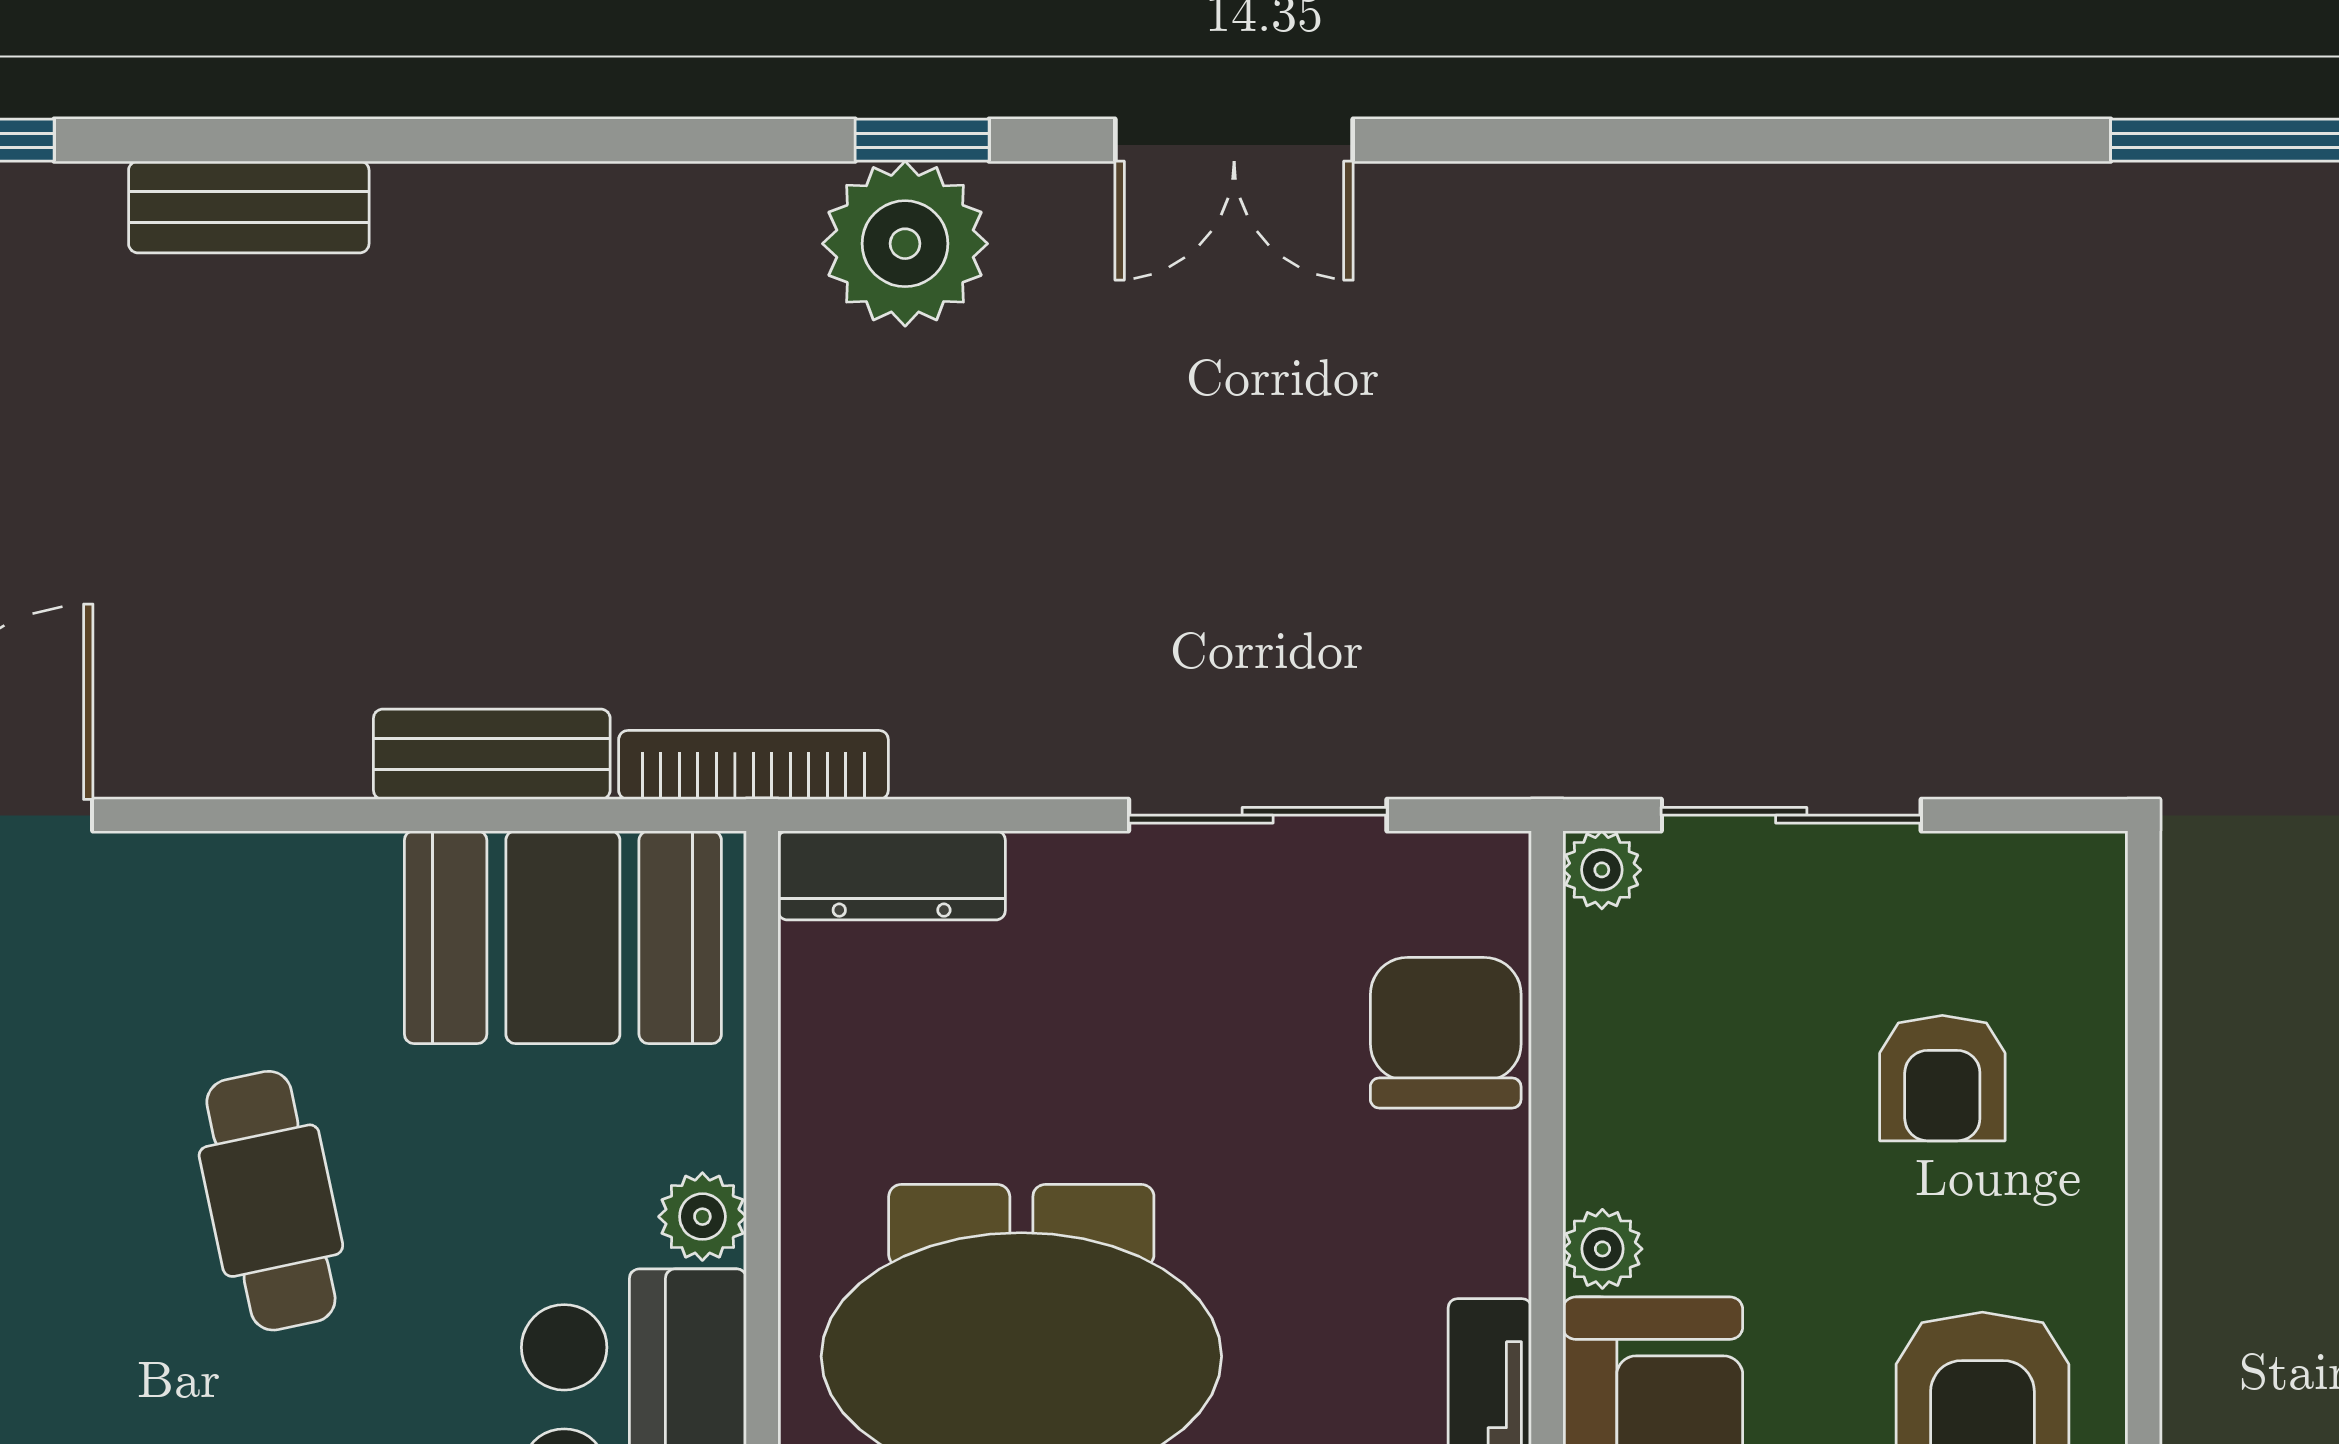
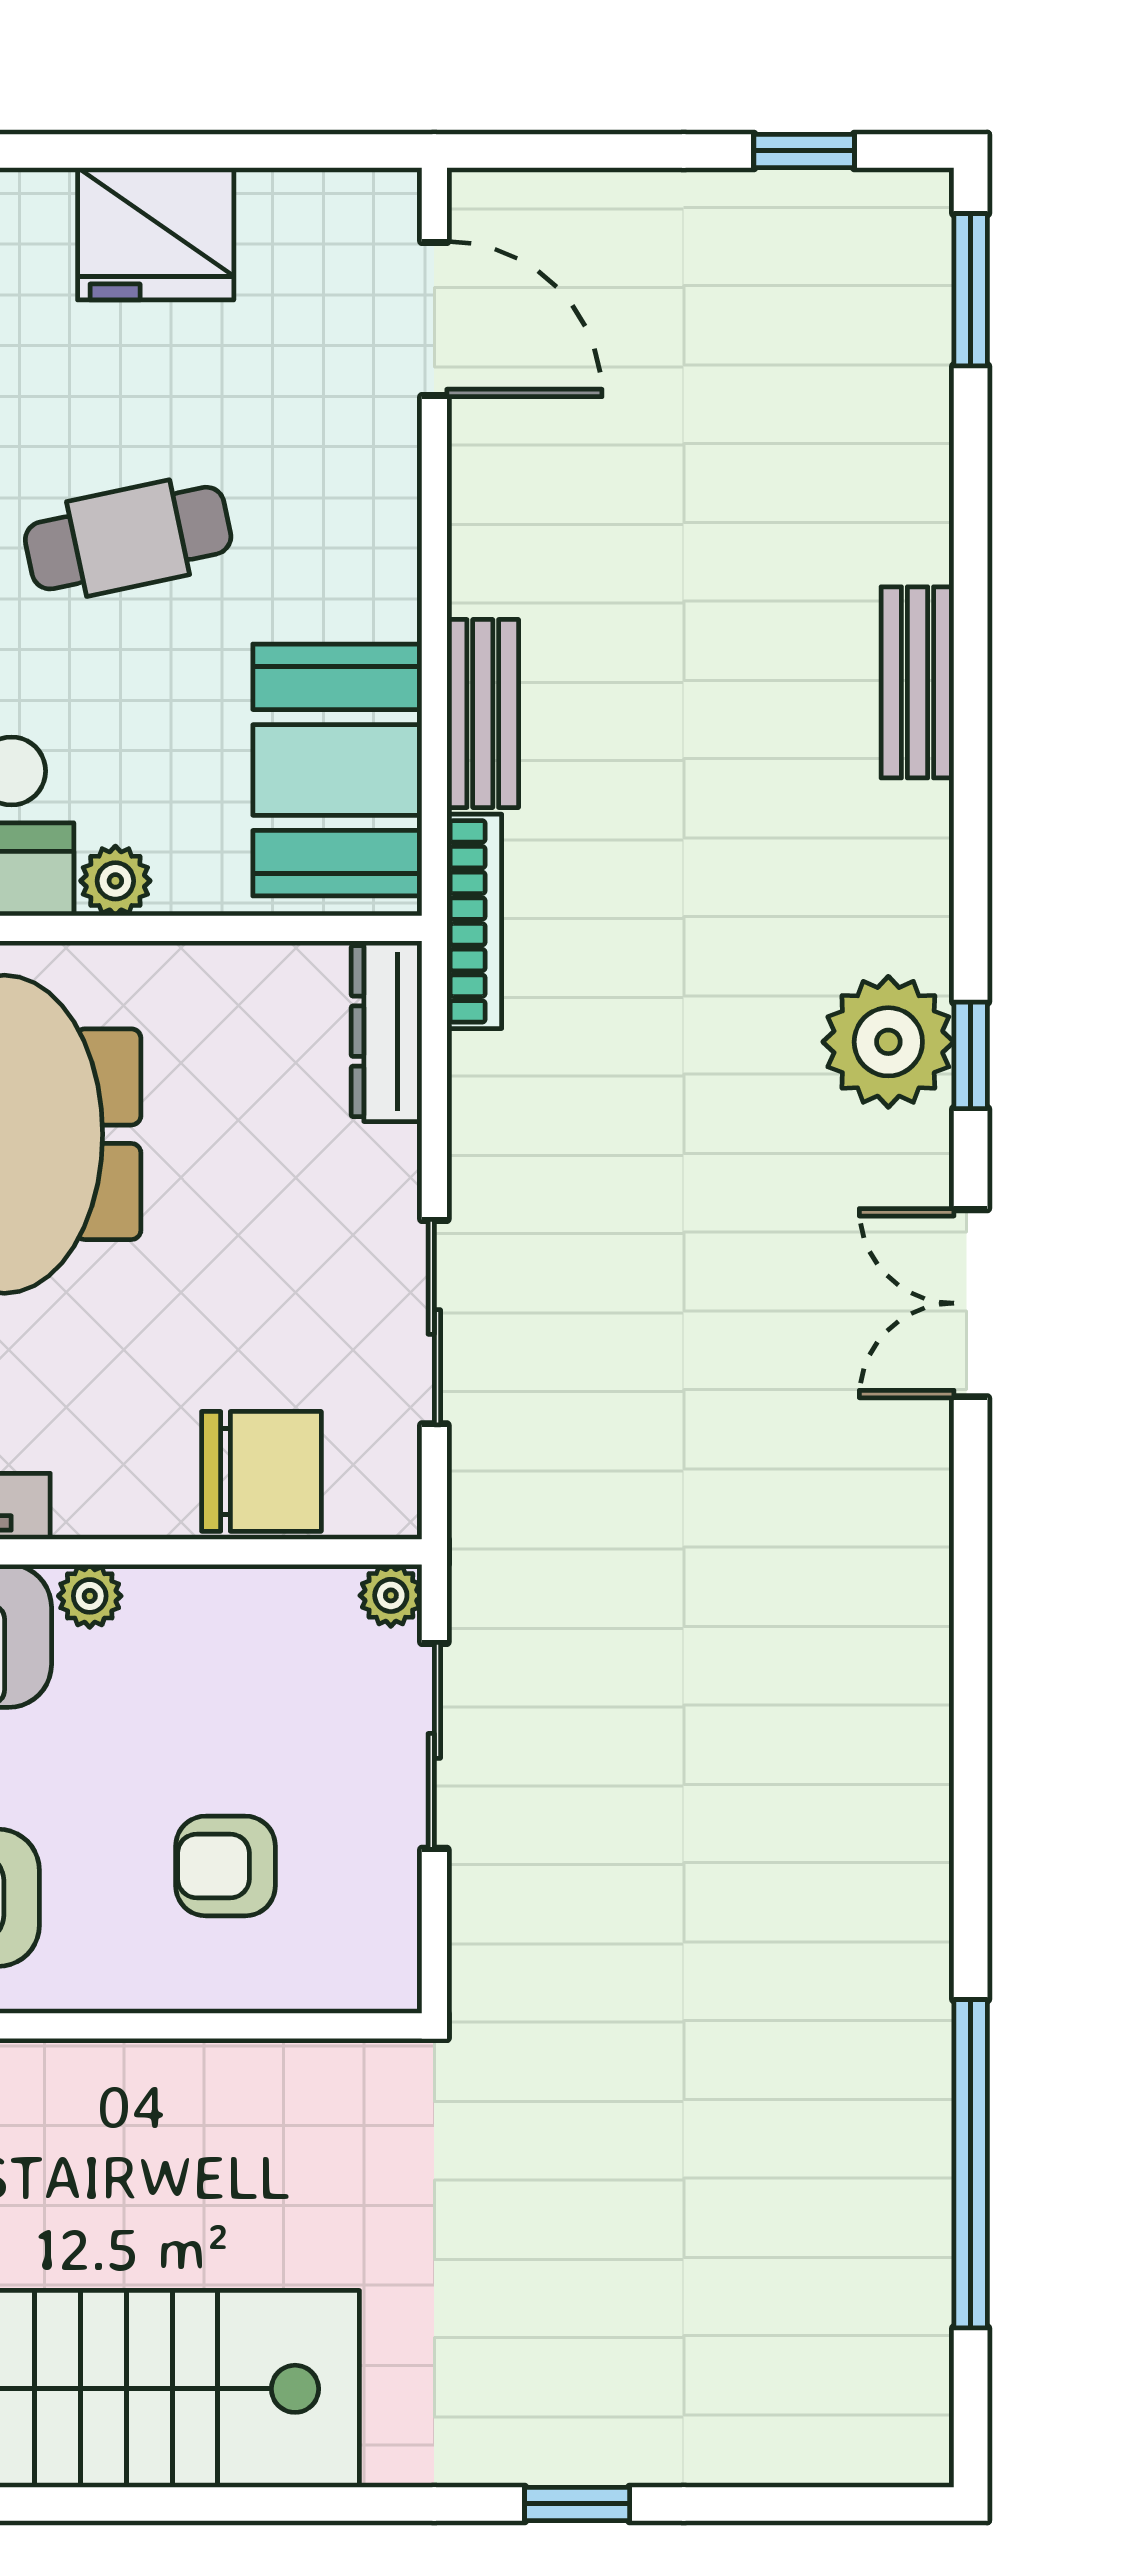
bench: (249, 207) -> (918, 682), moved

